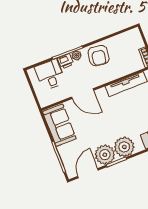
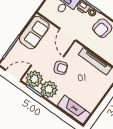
armchair: (111, 122) -> (61, 68), added

